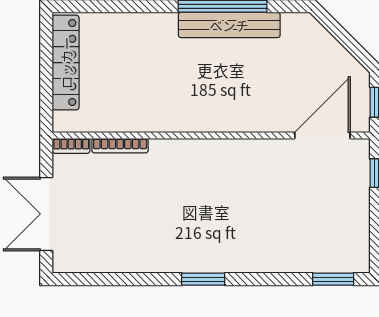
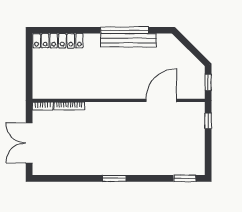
locker: (66, 63) -> (58, 41), moved, turned 90
door: (322, 136) -> (161, 100), moved

